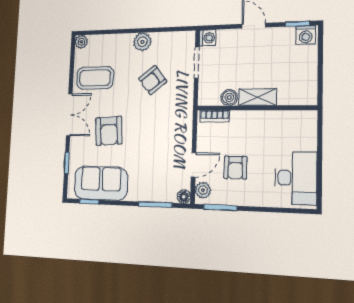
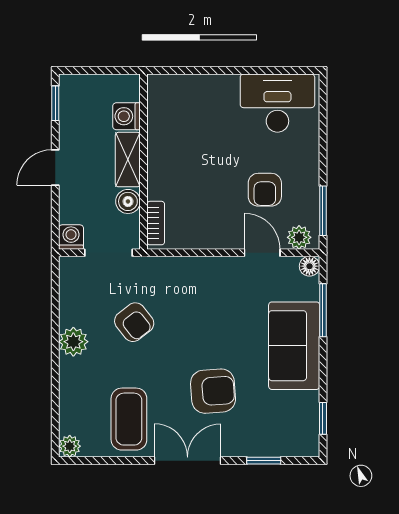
washing machine: (306, 35) -> (127, 116), moved, turned 180
boiler: (229, 97) -> (128, 201), moved
shelving: (257, 97) -> (128, 160), moved
wall: (256, 108) -> (144, 162), moved
bookcase: (214, 116) -> (156, 223), moved
armchair: (235, 168) -> (265, 190), turned 90
sofa: (101, 183) -> (294, 346), moved

